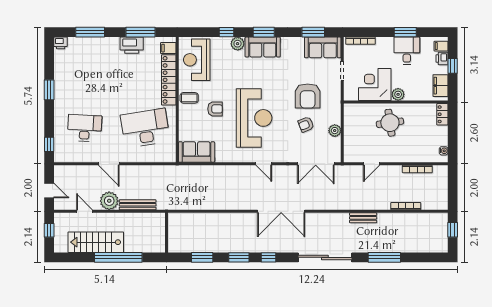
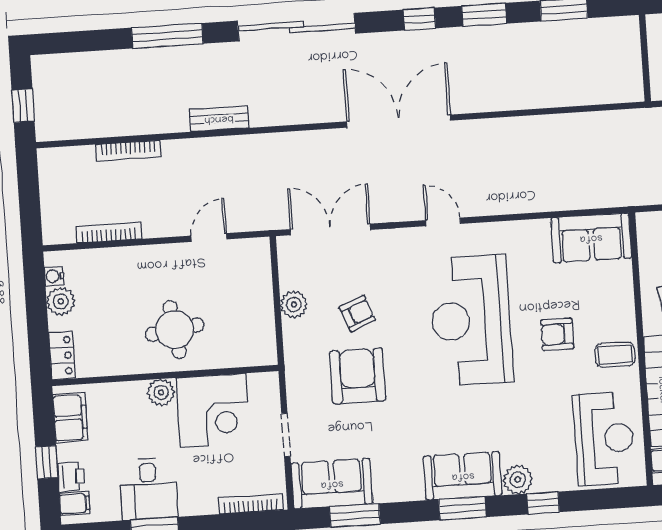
plant: (441, 139) -> (61, 301), added

